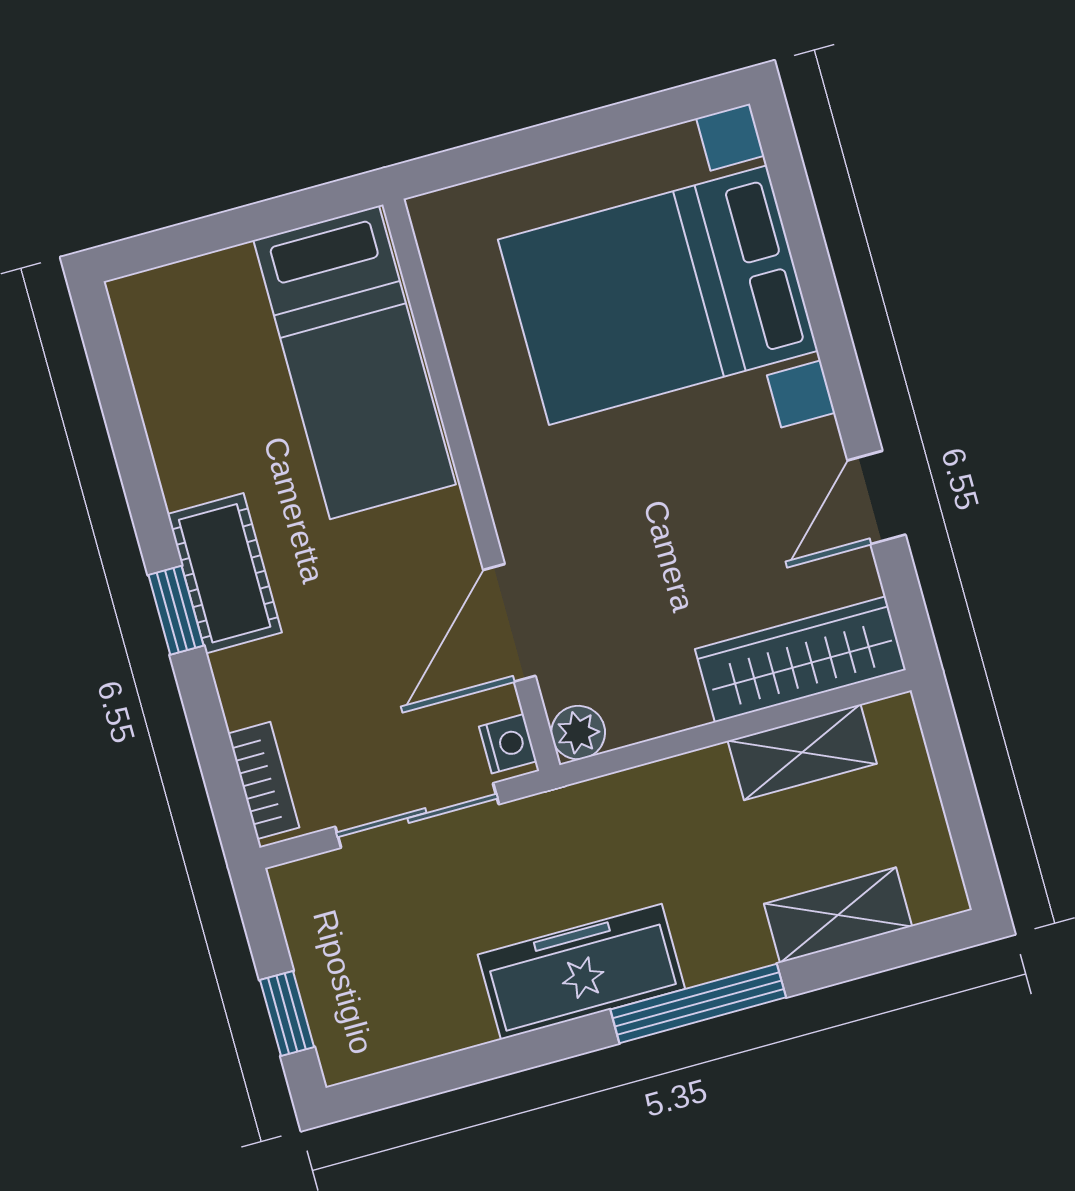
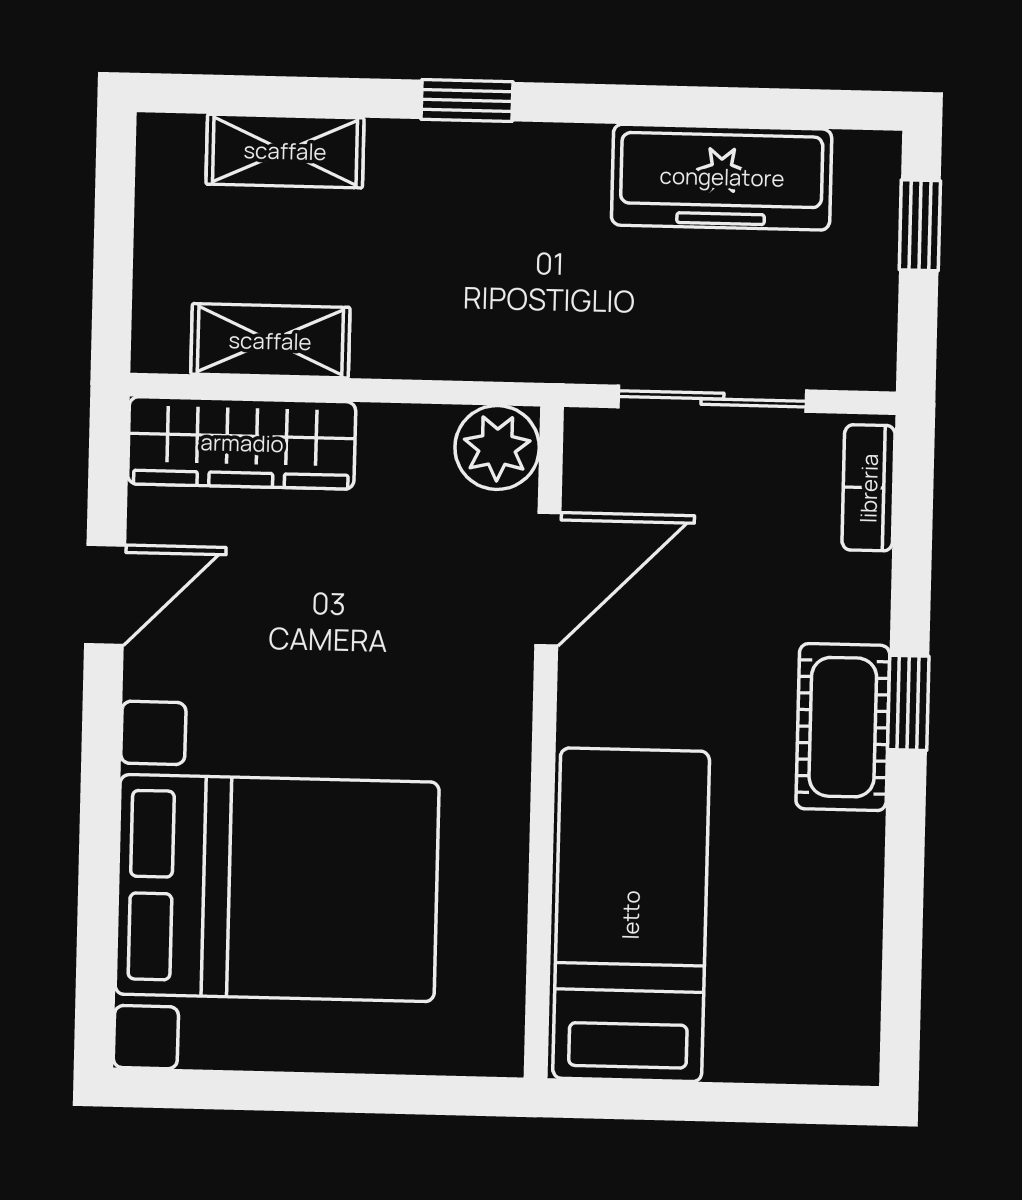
plant: (578, 733) -> (497, 448), width x1.38, depth x1.38
nightstand: (508, 744) -> (589, 447), removed
freezer: (581, 972) -> (722, 177), moved
window: (698, 1003) -> (467, 101), width x0.46

